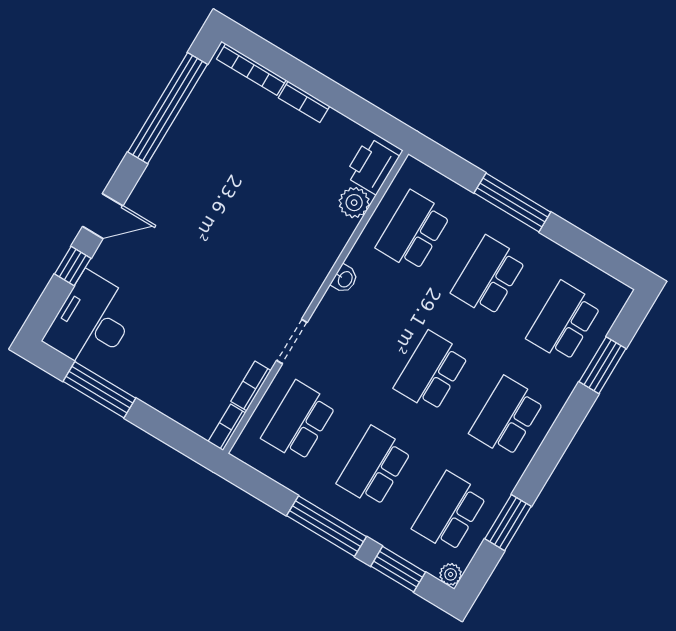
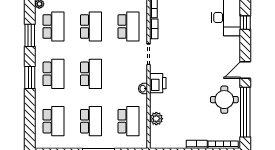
round table: (194, 159) -> (224, 100), added
printer: (372, 166) -> (158, 83), moved
door: (103, 216) -> (245, 70), moved
window: (73, 266) -> (245, 23), moved
window: (603, 365) -> (30, 78), moved

